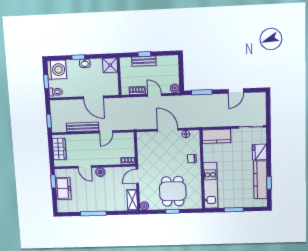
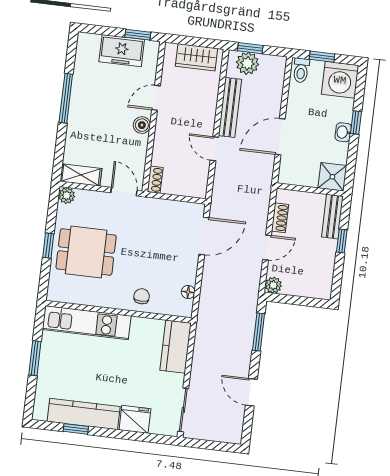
bench: (144, 61) -> (332, 217), moved
plant: (57, 121) -> (247, 63), added
door: (168, 130) -> (204, 236), moved

